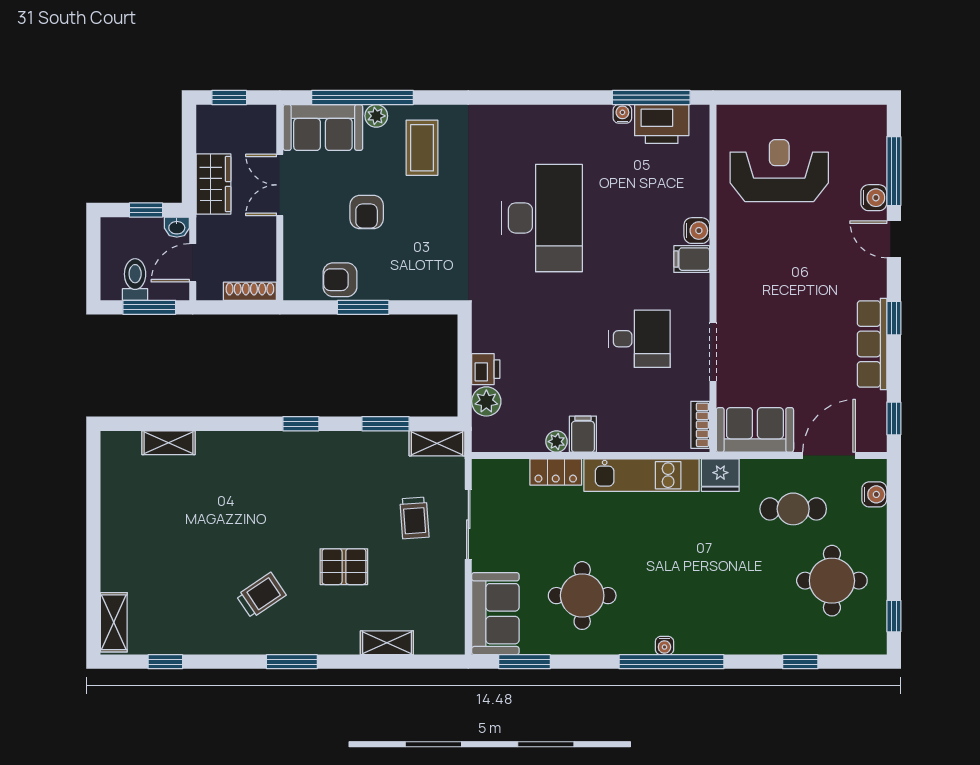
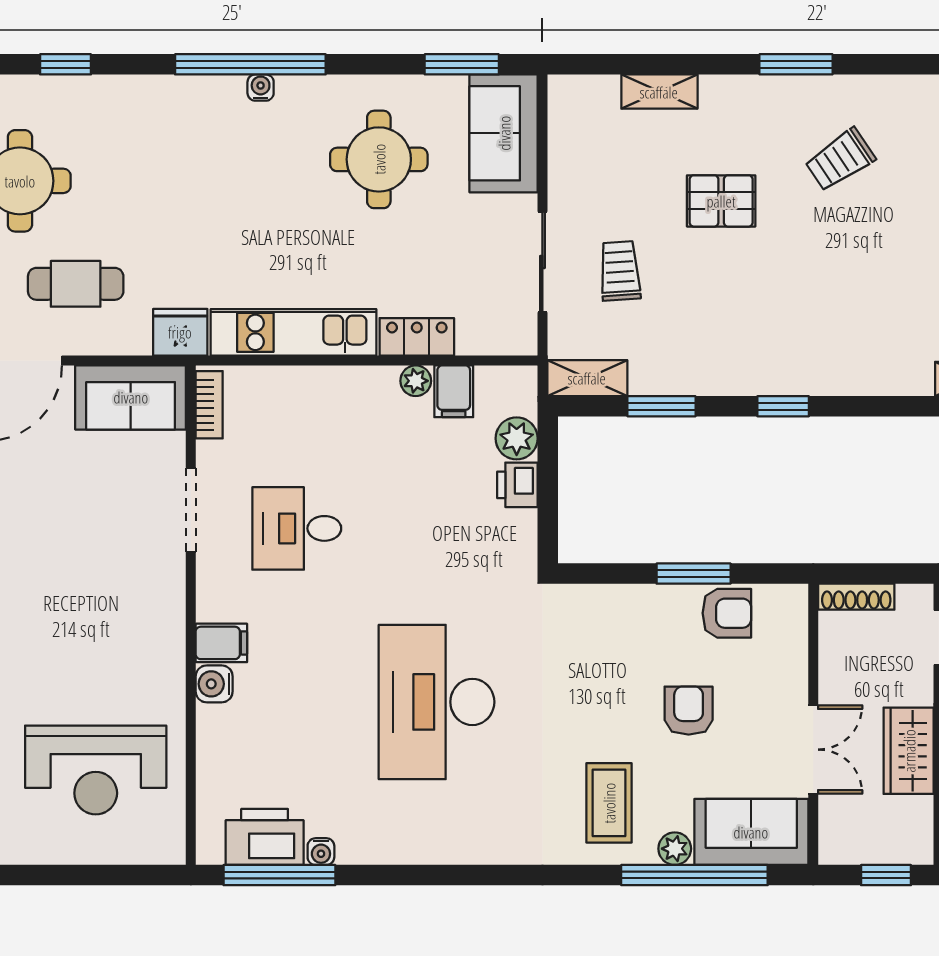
filing cabinet: (583, 434) -> (454, 391), moved

